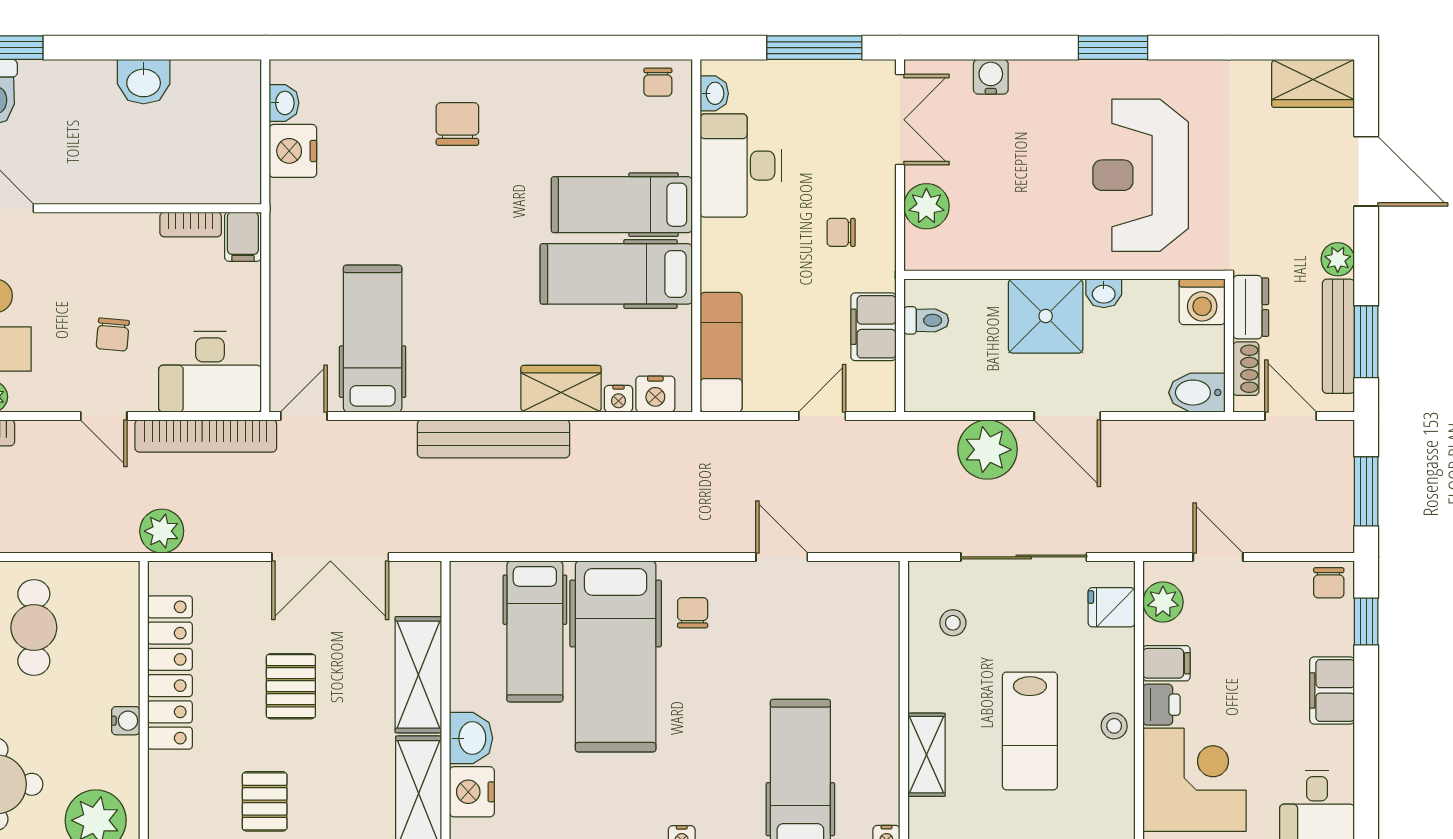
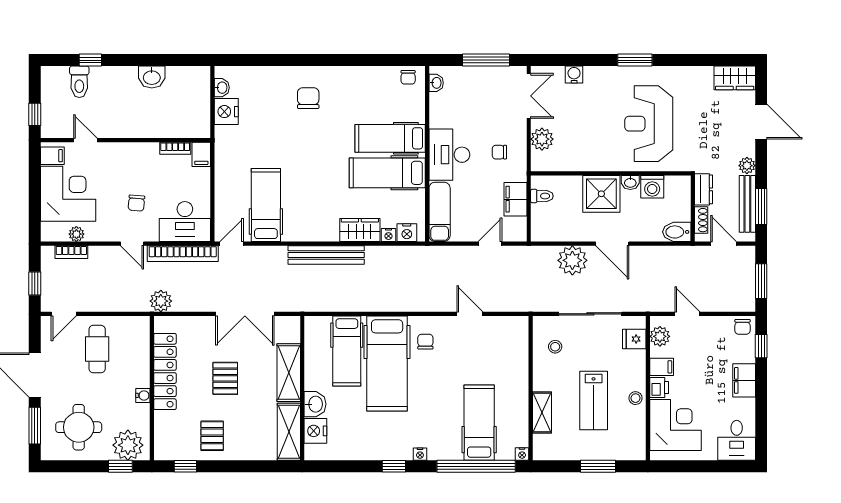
desk: (741, 166) -> (449, 155), moved
washing machine: (1202, 302) -> (652, 187), moved

